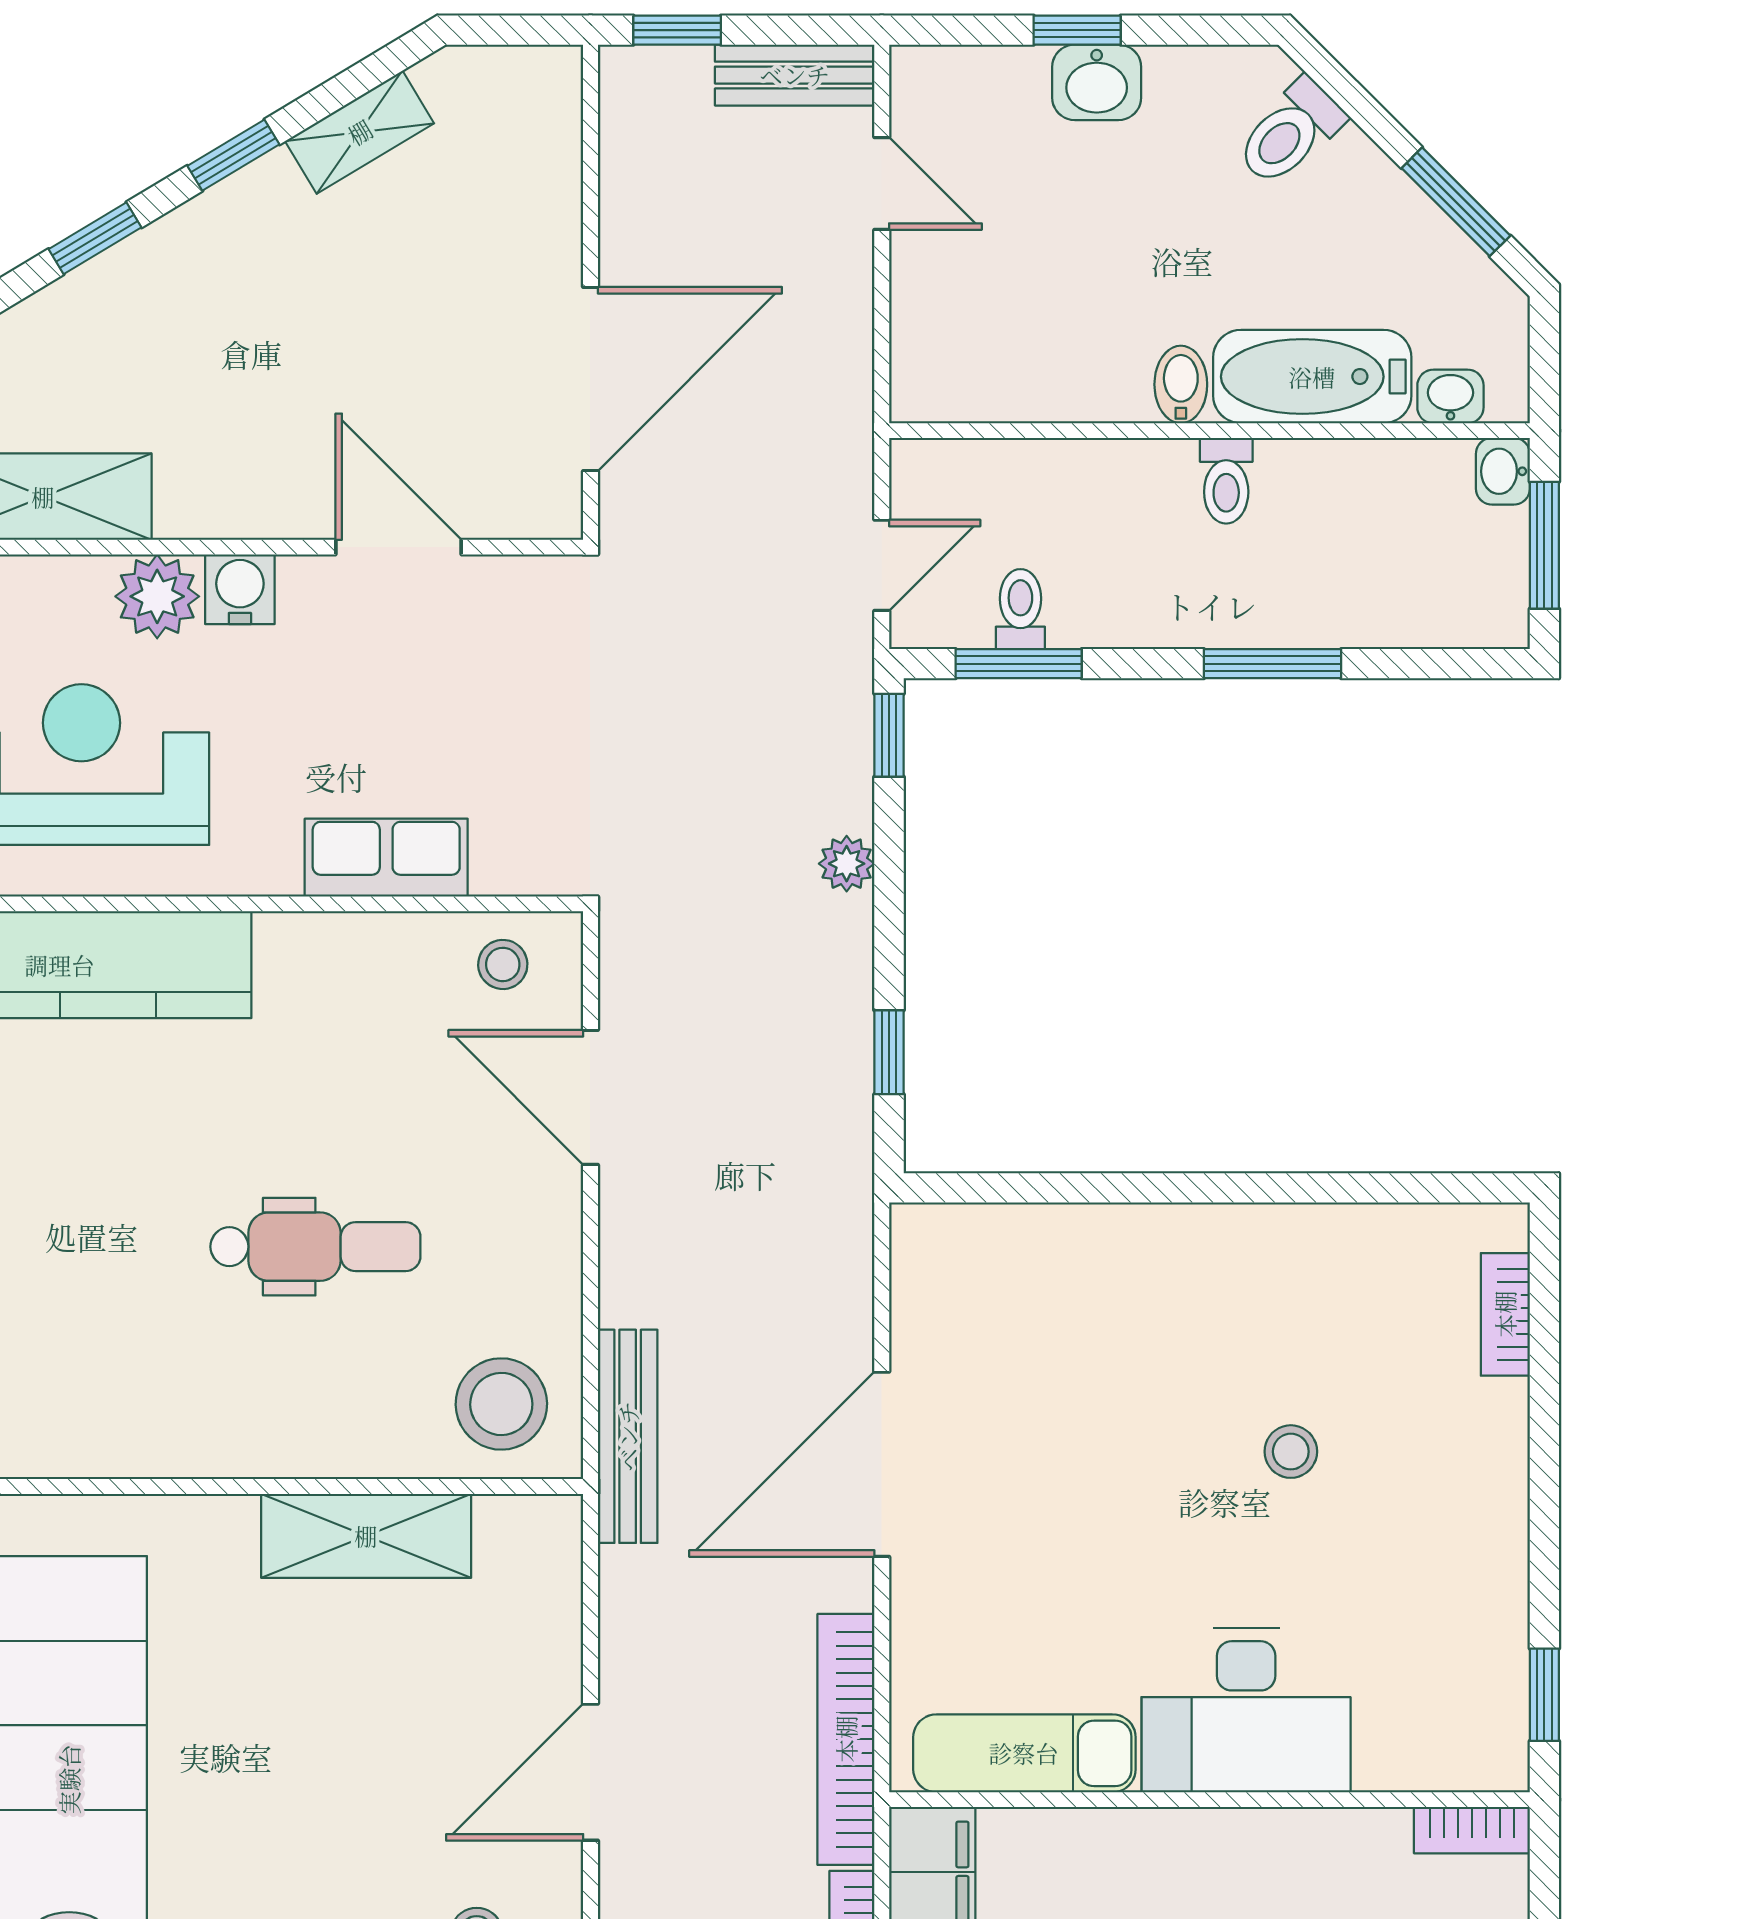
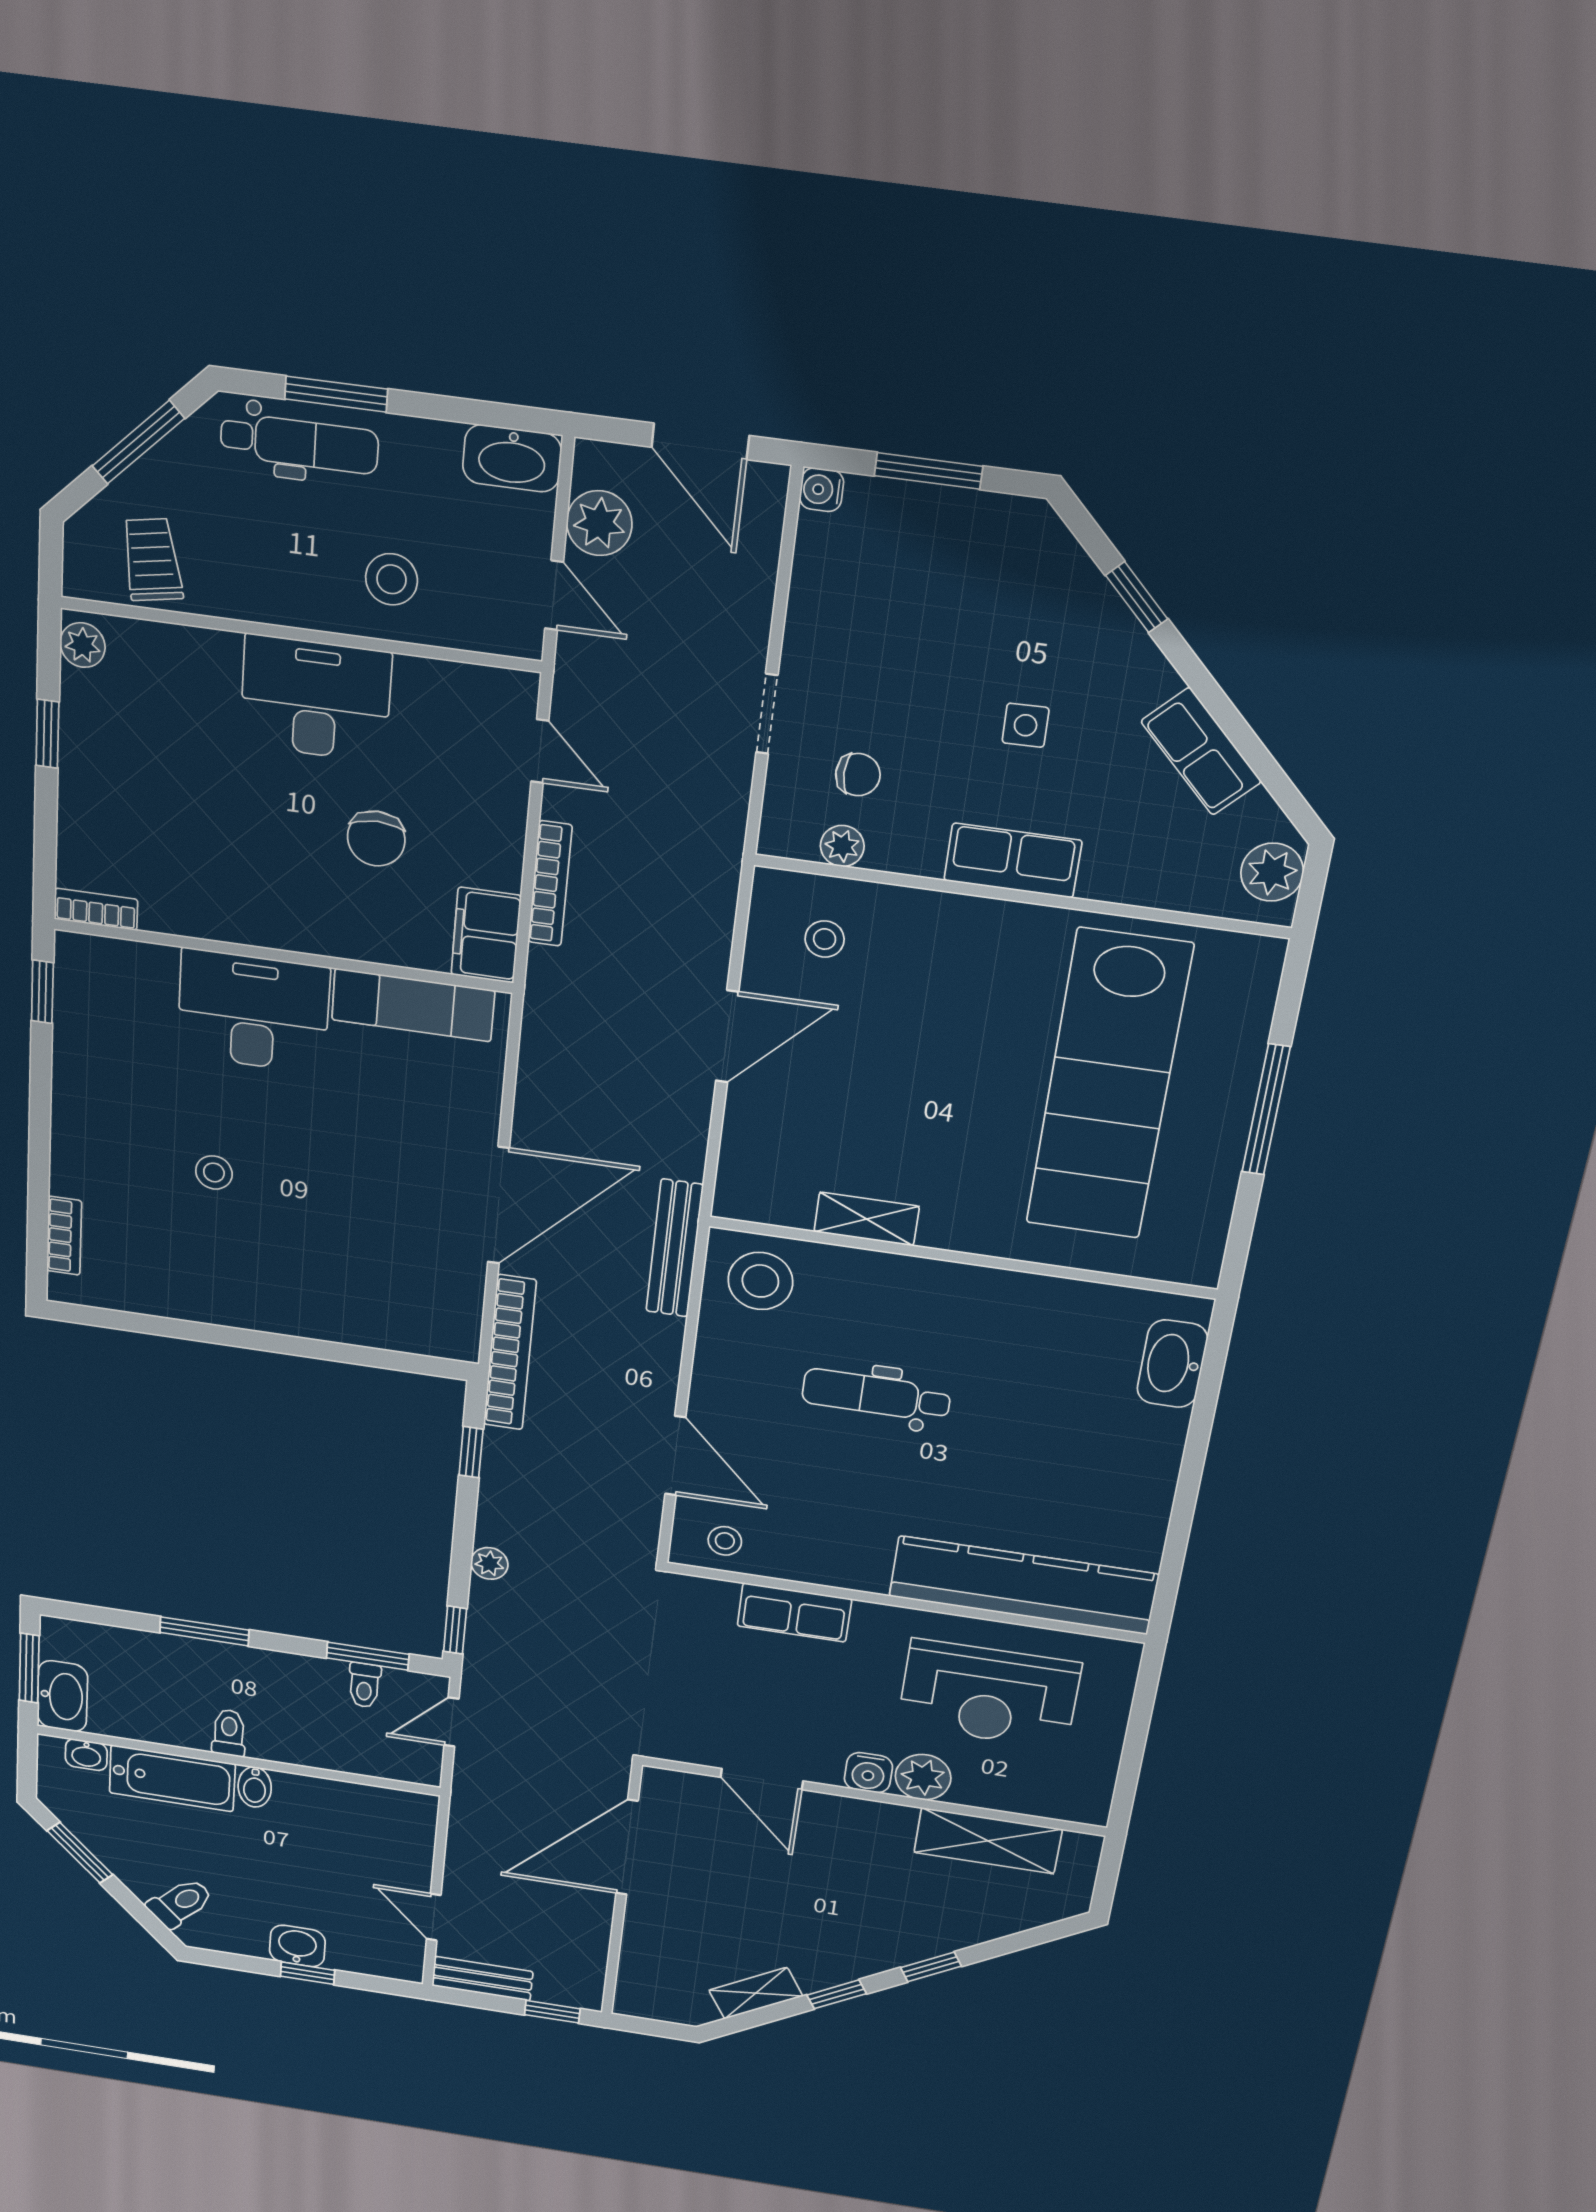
washbasin: (1503, 471) -> (62, 1696), width x1.91, depth x1.45
shelving: (366, 1536) -> (867, 1219), width x0.67, depth x0.75
bookcase: (846, 1739) -> (510, 1353), moved

